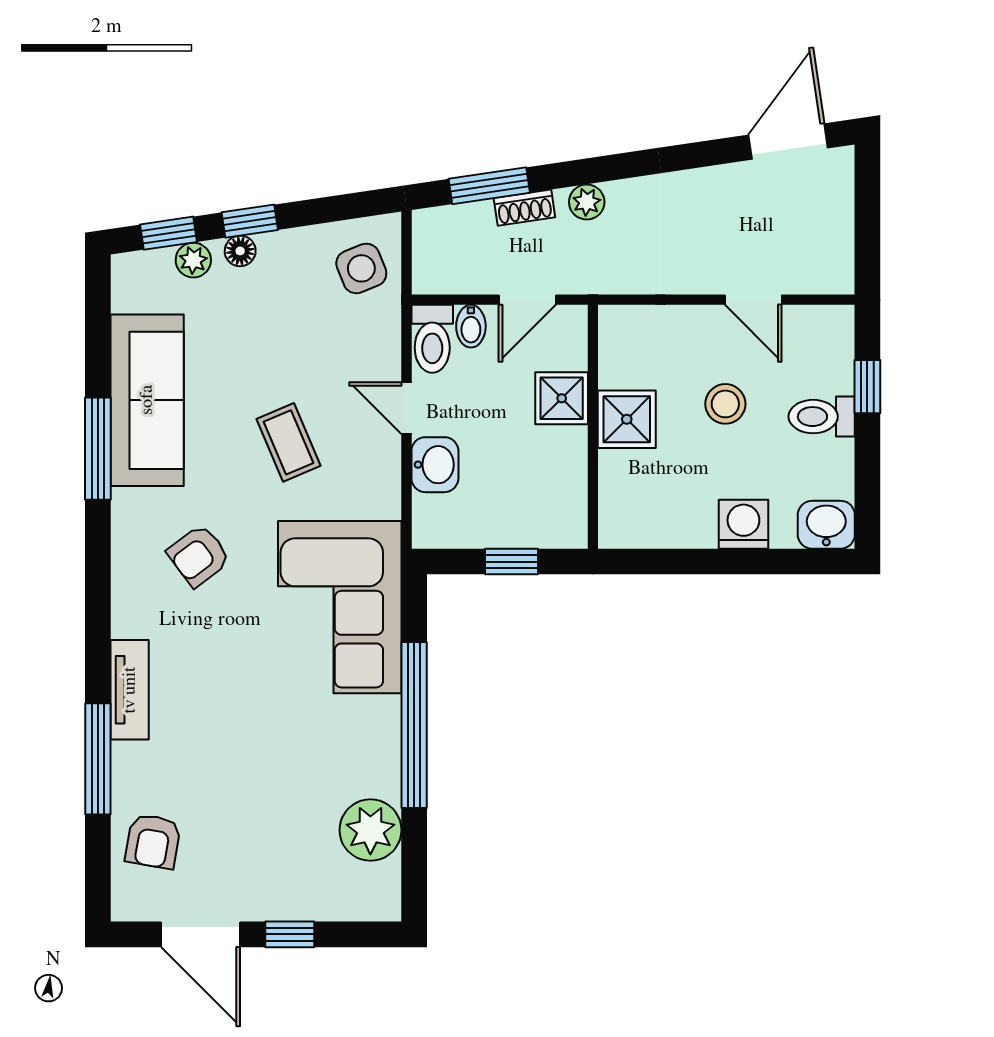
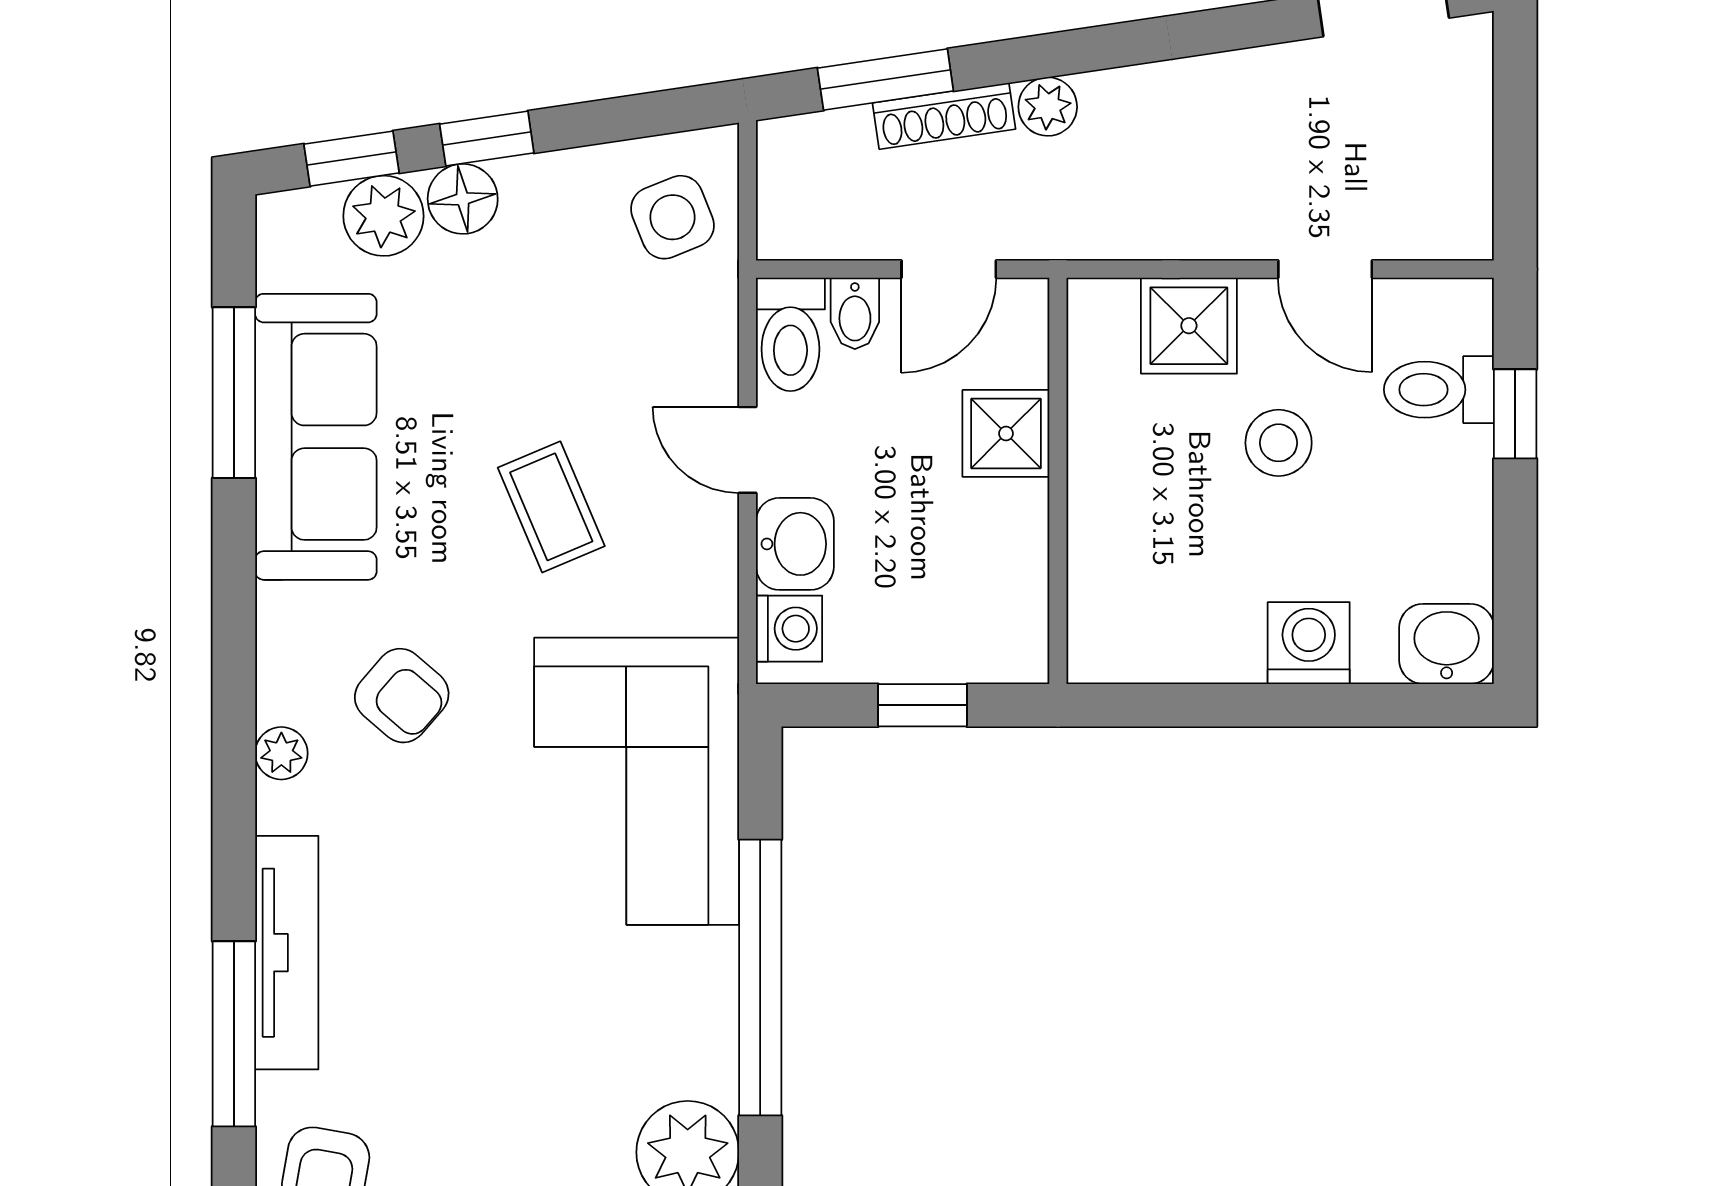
shoe rack: (524, 208) -> (944, 116), width x1.43
floor lamp: (240, 251) -> (463, 199), width x1.37, depth x1.37
plant: (193, 260) -> (383, 216), width x1.38, depth x1.38
toilet: (822, 417) -> (1439, 390), moved
shower: (627, 419) -> (1189, 326), moved
window: (98, 449) -> (234, 393), moved
washing machine: (431, 516) -> (789, 629), added
armchair: (199, 556) -> (402, 696), turned -102
plant: (126, 590) -> (281, 753), added
tv unit: (130, 690) -> (287, 953), width x1.41

